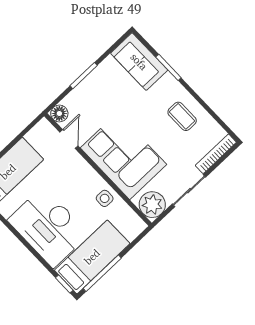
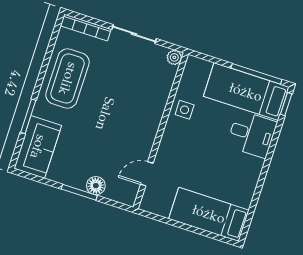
floor lamp: (59, 114) -> (96, 186), moved
coffee table: (182, 116) -> (68, 79), width x1.86, depth x1.72
corner sofa: (124, 156) -> (135, 113), removed
plant: (152, 205) -> (174, 57), width x0.53, depth x0.53
desk: (48, 227) -> (252, 134), width x0.53, depth x0.77

